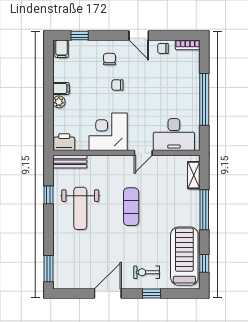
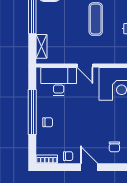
chair: (117, 85) -> (48, 122), moved
door: (143, 153) -> (85, 66), swing flipped

